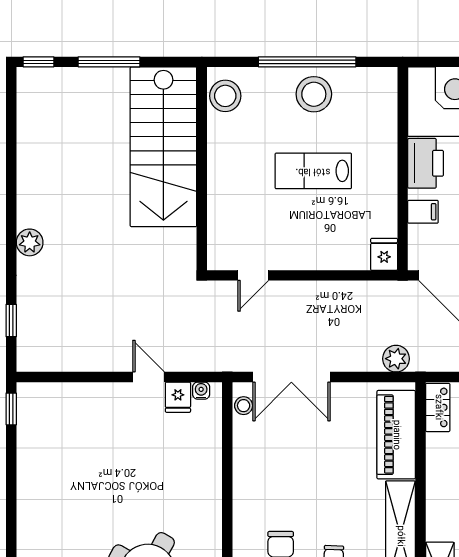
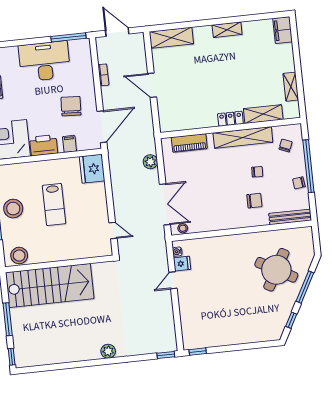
fridge: (384, 254) -> (92, 169), width x1.88, depth x1.34
window: (11, 320) -> (166, 355), moved
plant: (396, 359) -> (150, 162), moved
locker: (438, 407) -> (230, 119), moved
piano: (396, 435) -> (189, 143), width x0.73, depth x0.75

